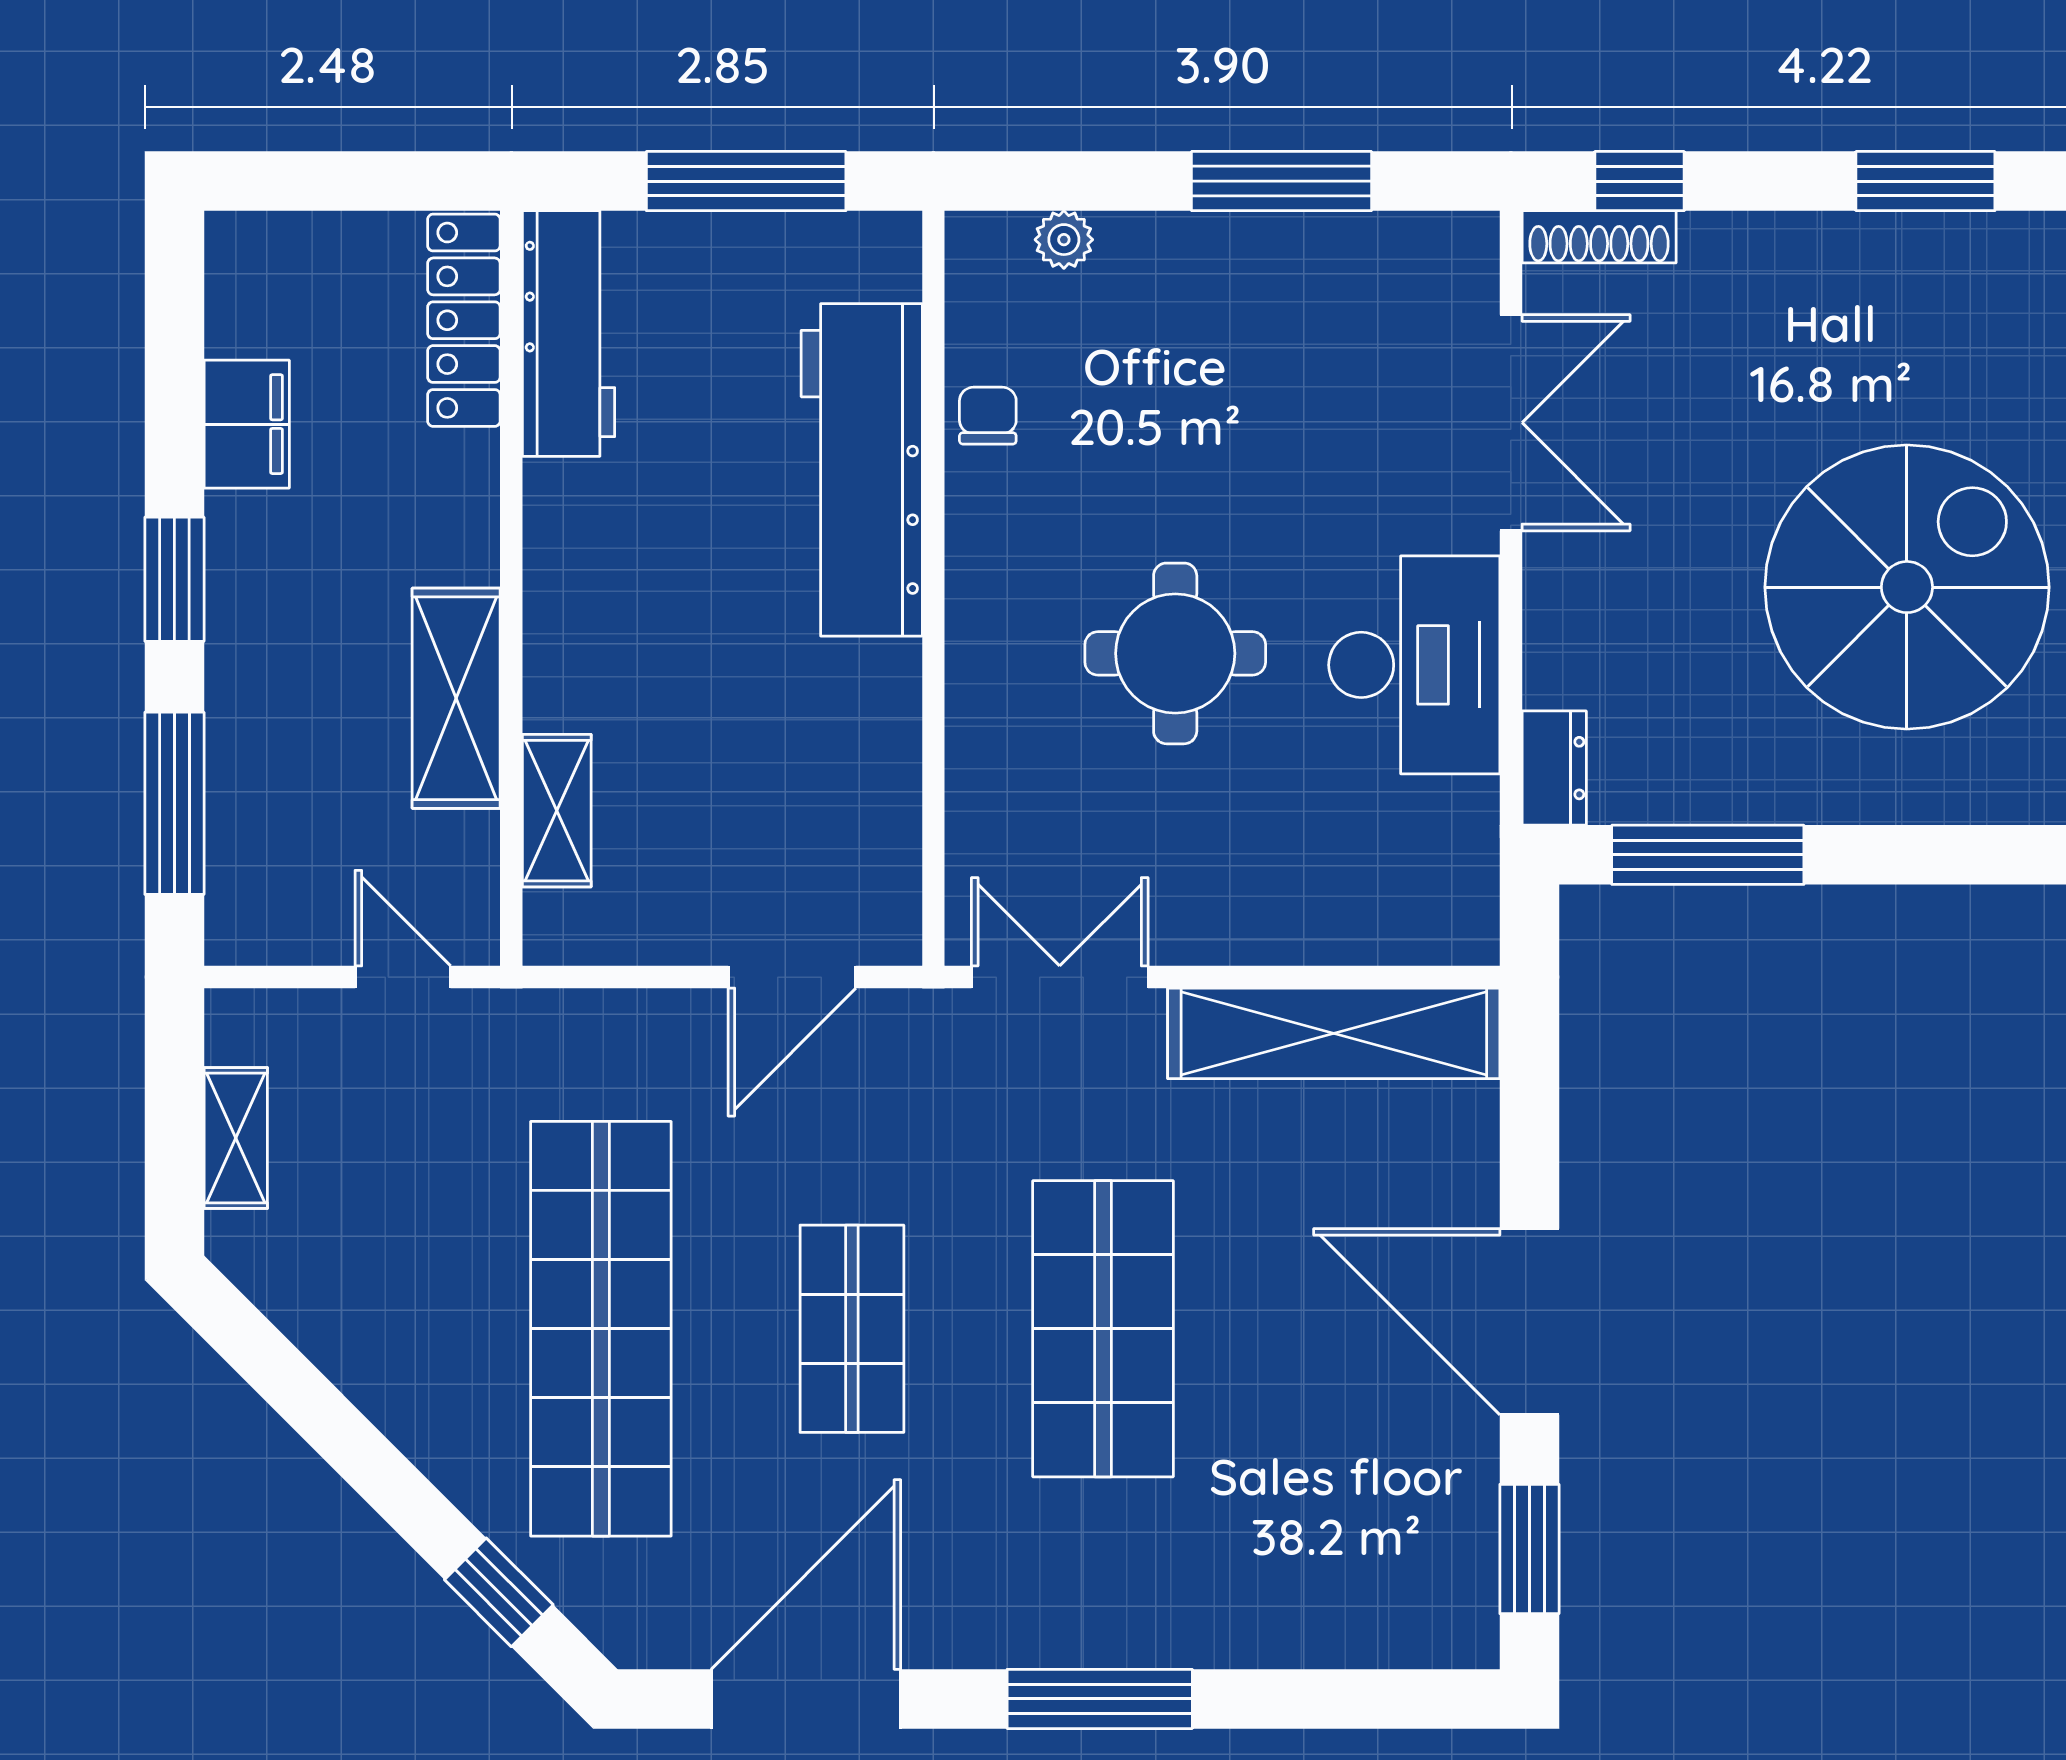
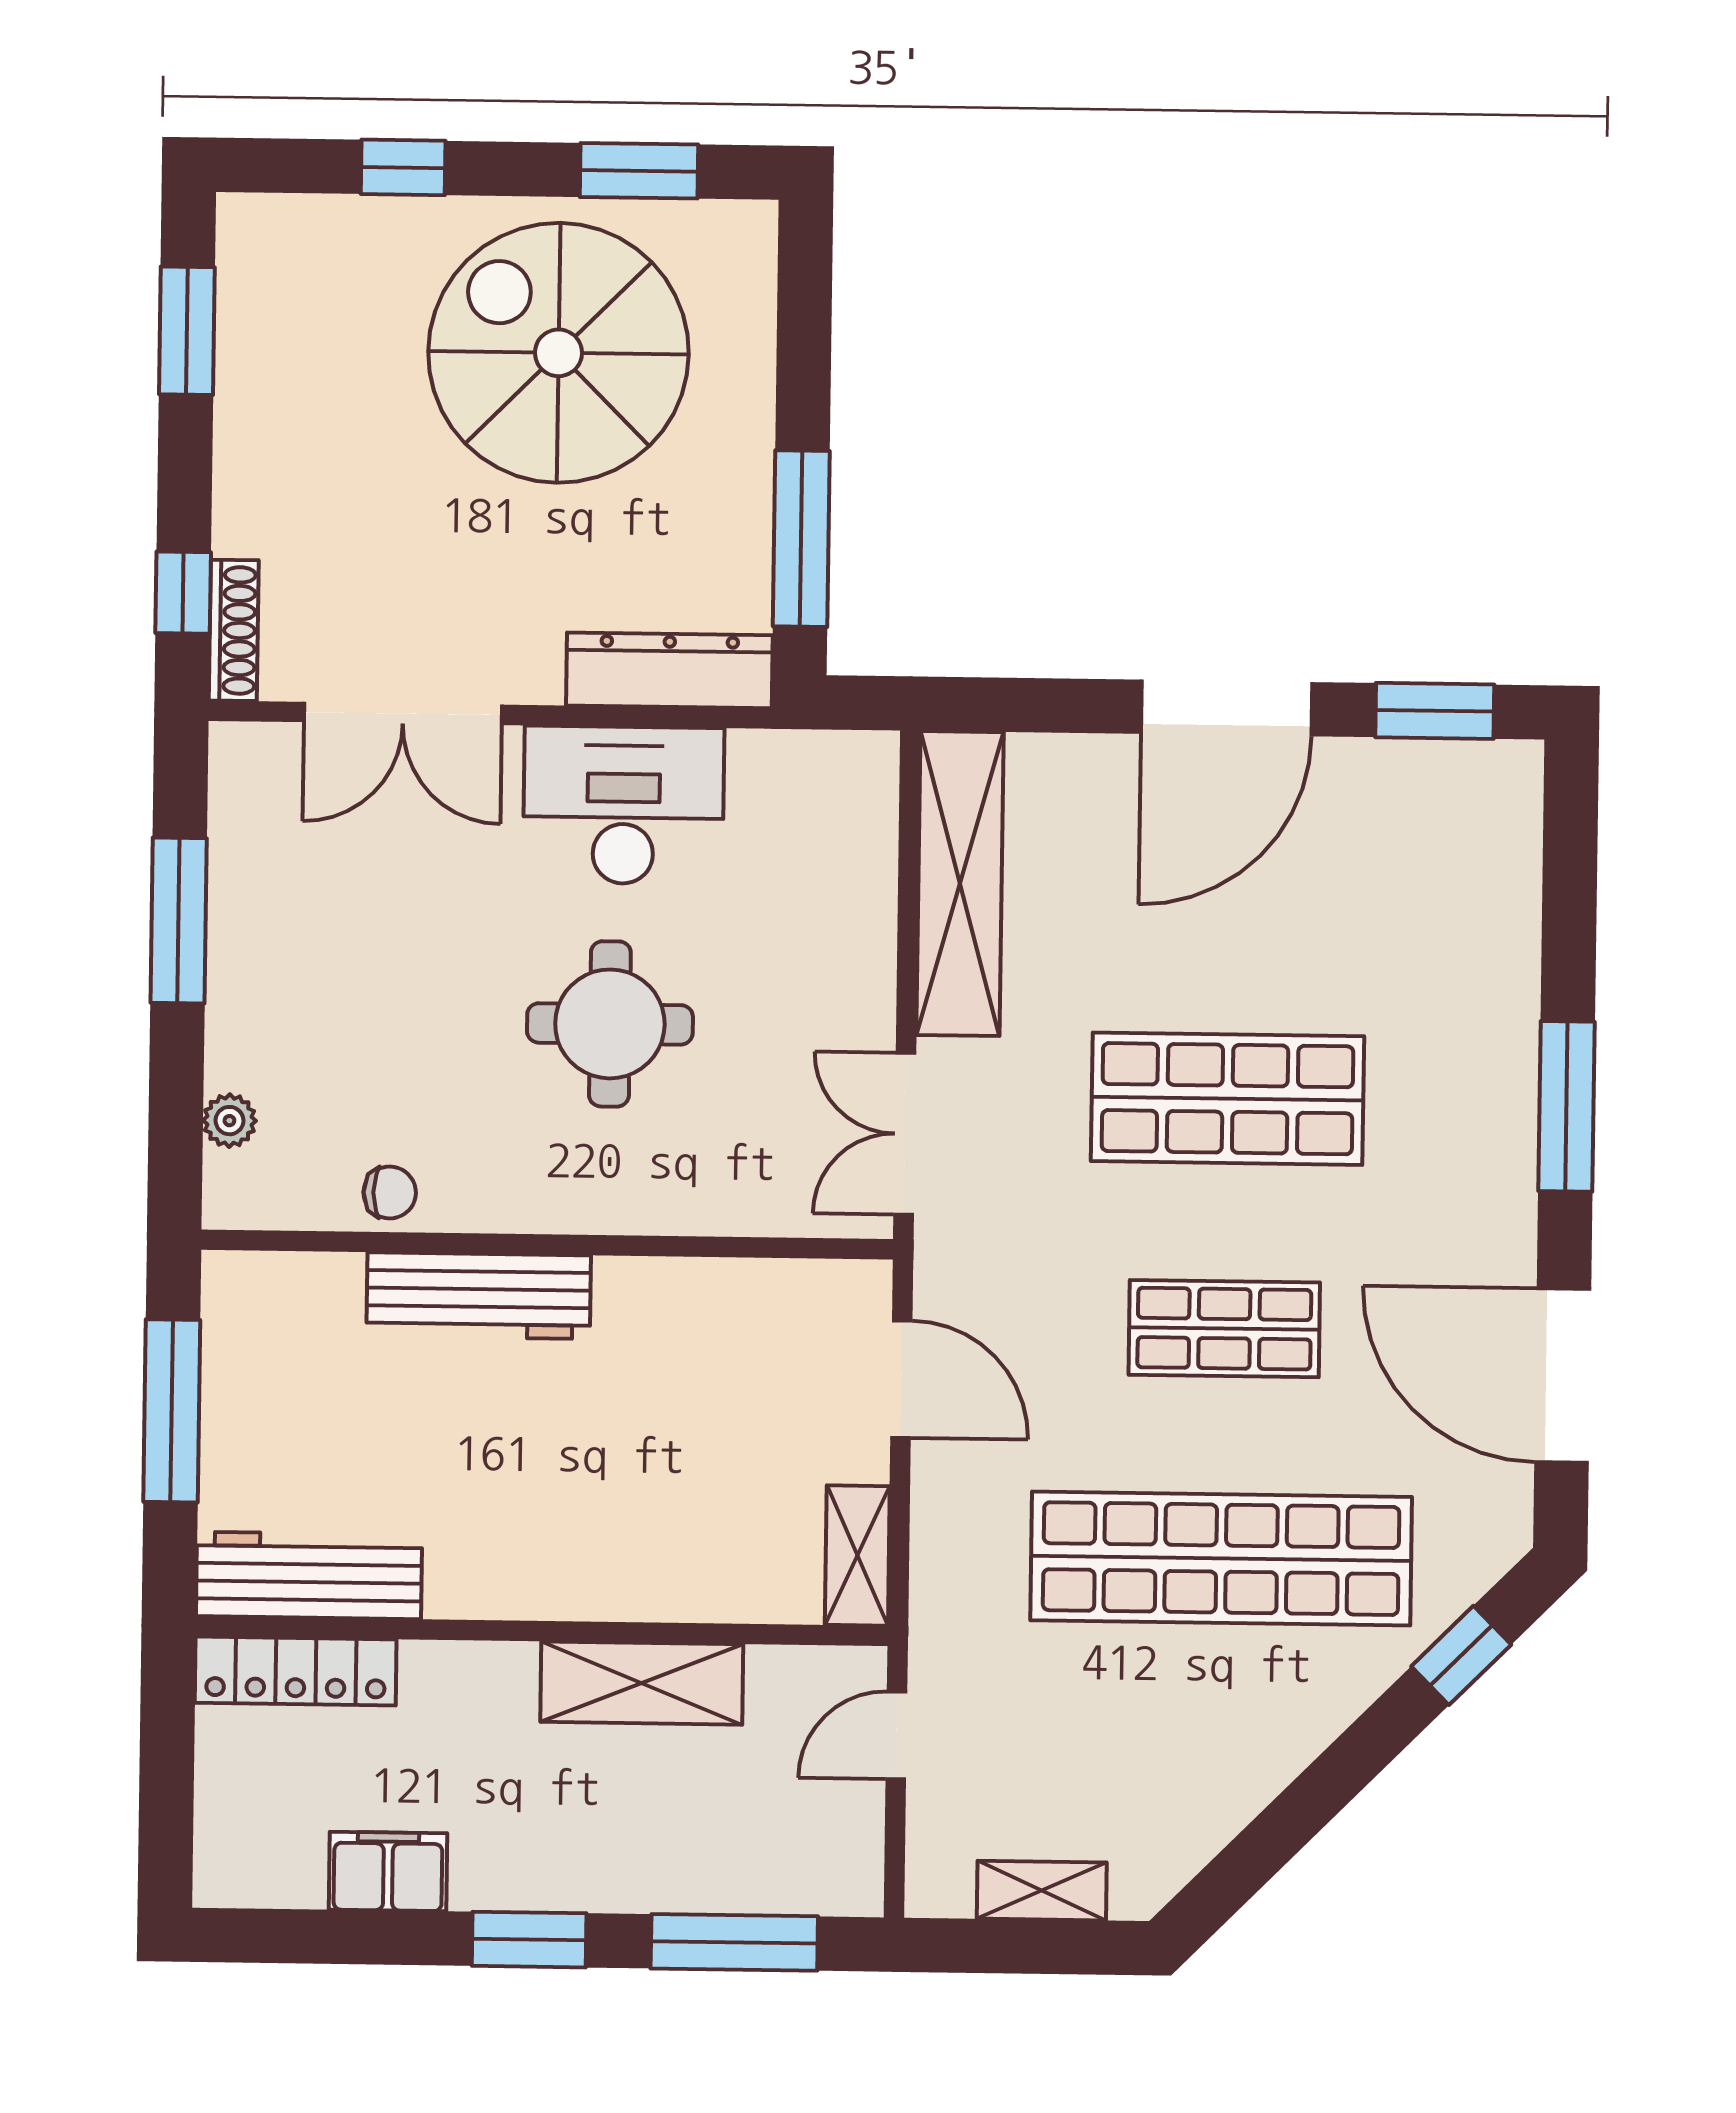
chair: (988, 416) -> (390, 1193), turned 180
double door: (1511, 423) -> (403, 713), swing flipped
workbench: (862, 470) -> (479, 1296), width x0.73, depth x0.76
dresser: (1554, 768) -> (669, 670), width x1.96, depth x1.24
shelving: (557, 811) -> (857, 1555), moved, turned 90

